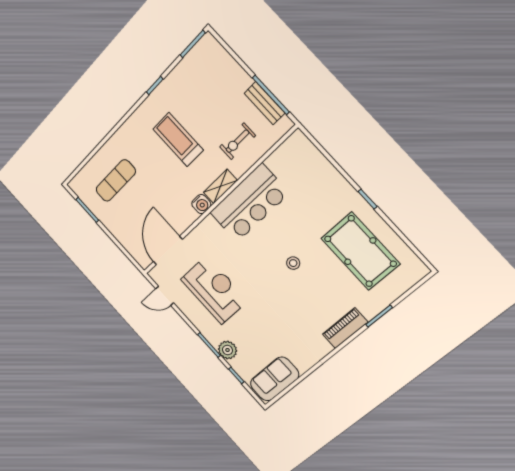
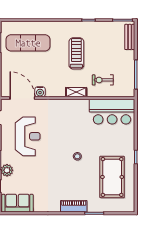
bench: (265, 103) -> (130, 37), moved
exercise mat: (116, 181) -> (28, 43), width x1.36, depth x1.45
bar counter: (249, 203) -> (112, 112), moved
water cooler: (201, 204) -> (40, 92), moved
door: (168, 251) -> (22, 98), hinge flipped

